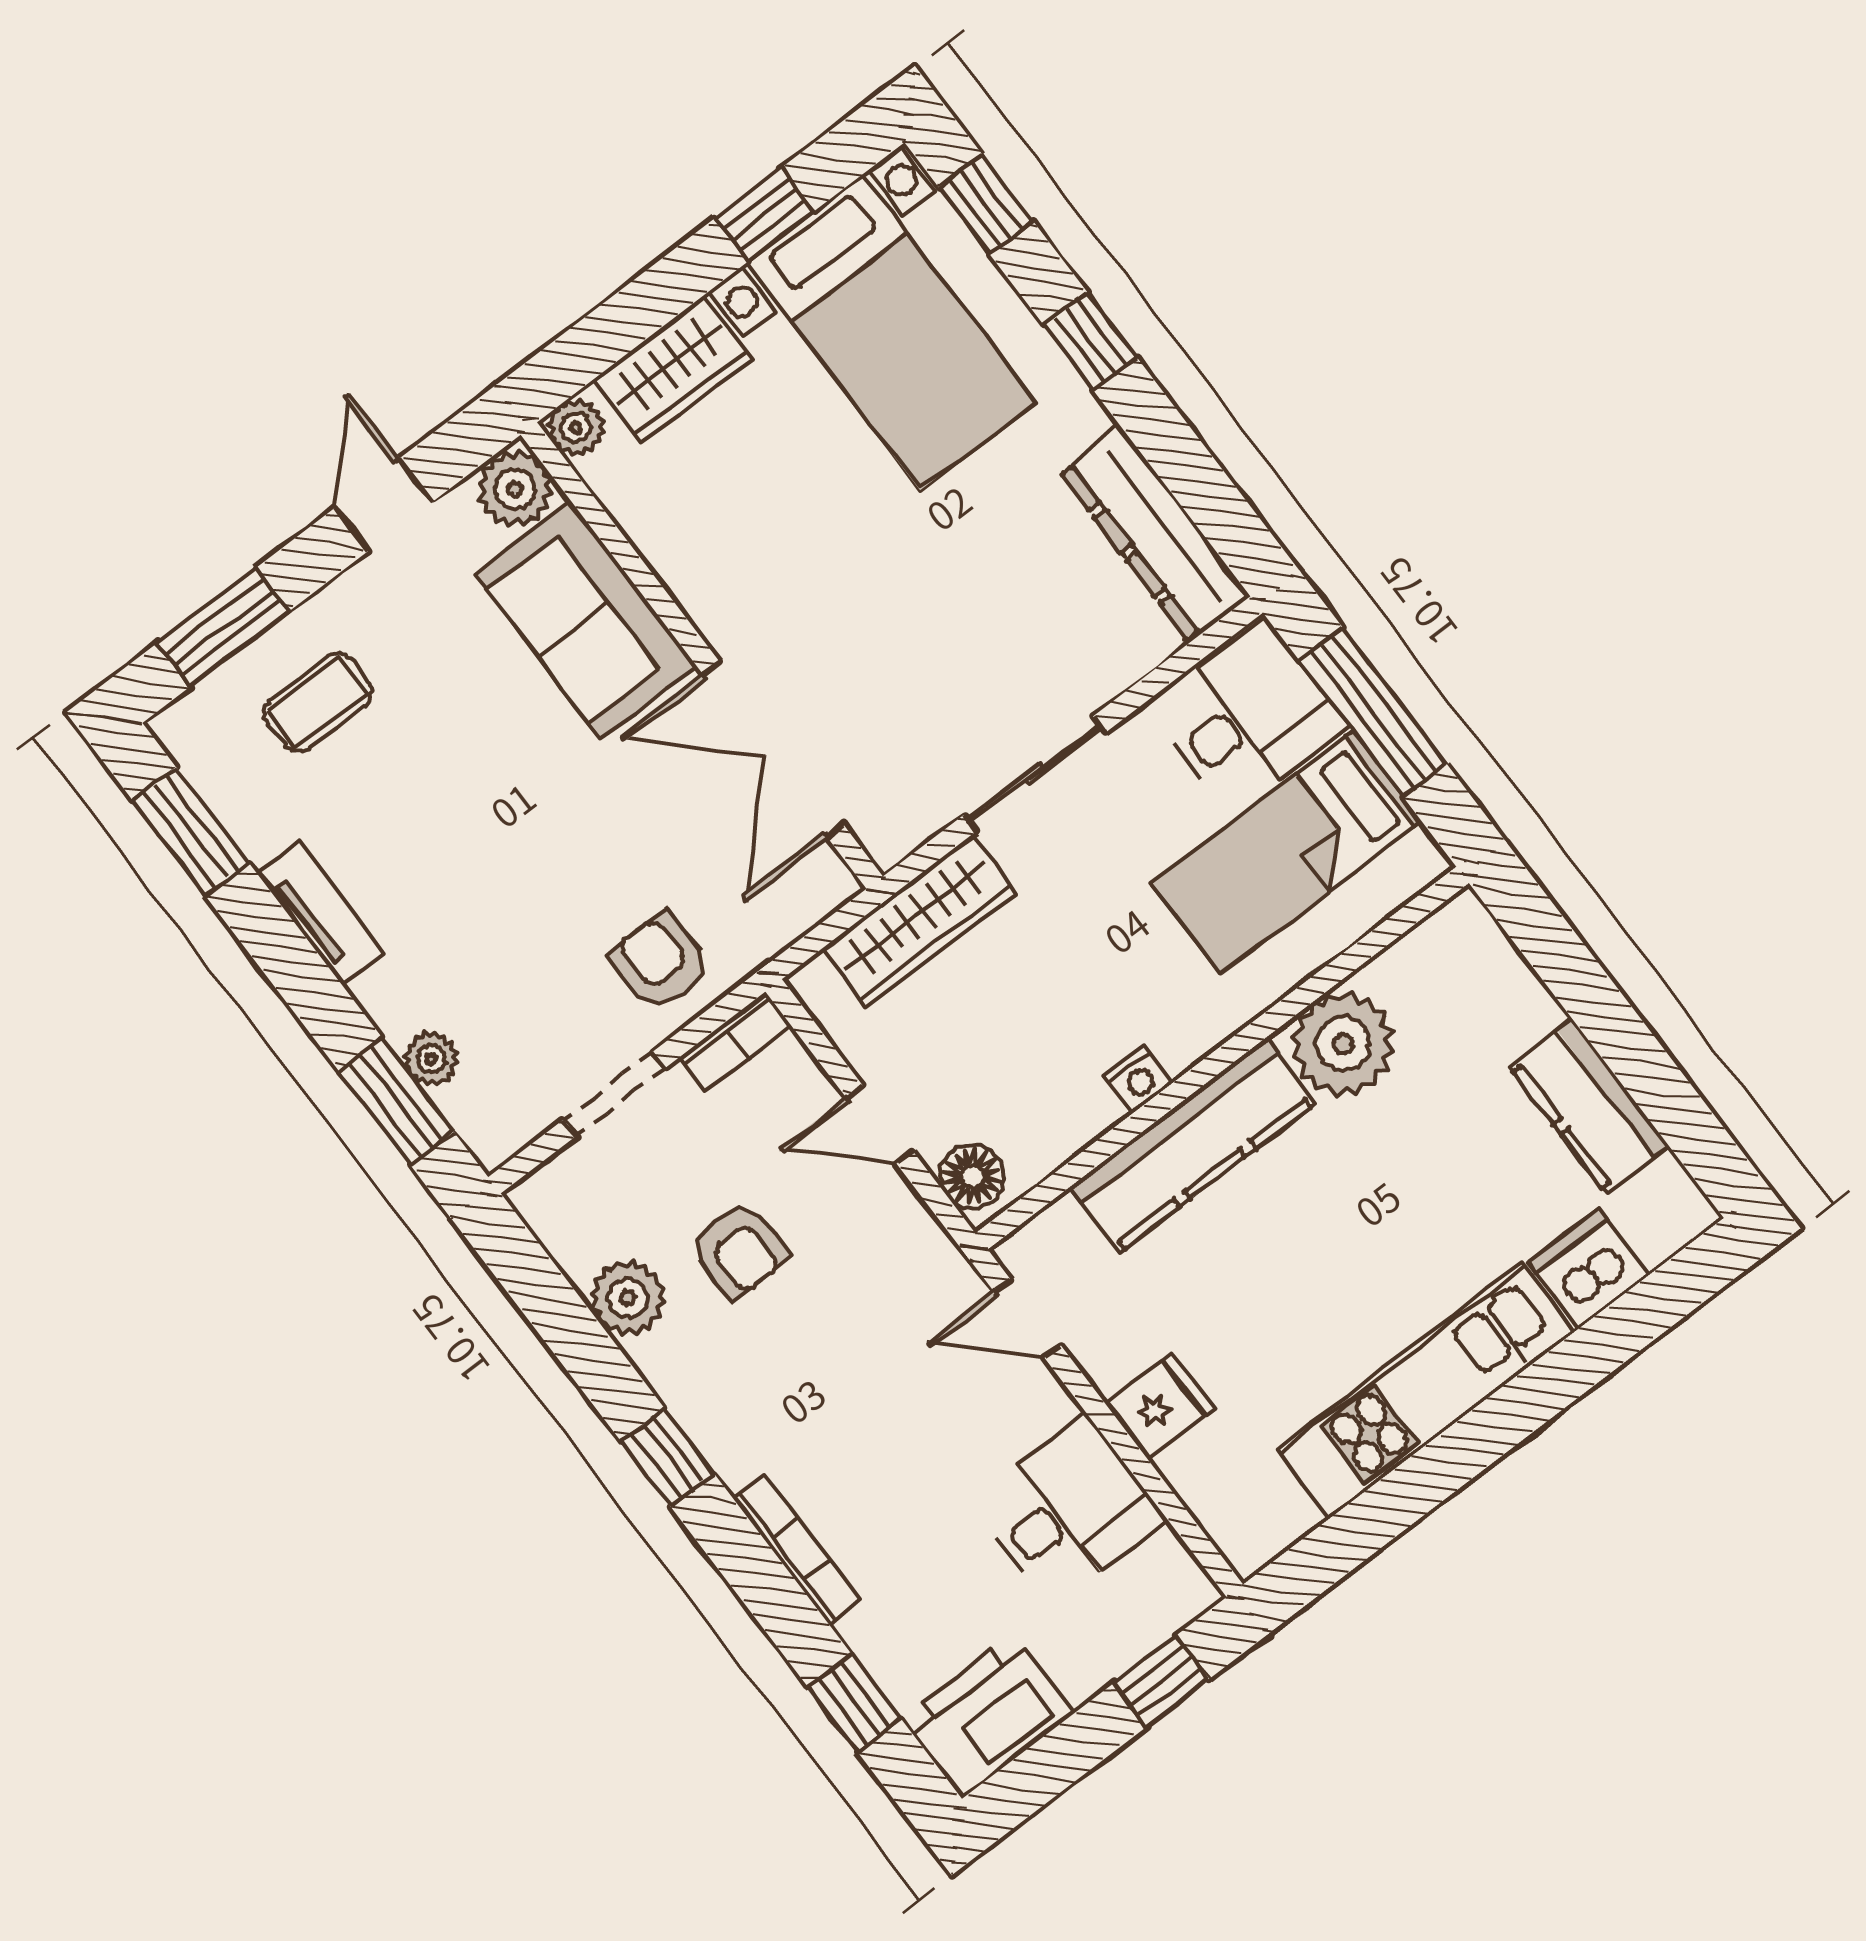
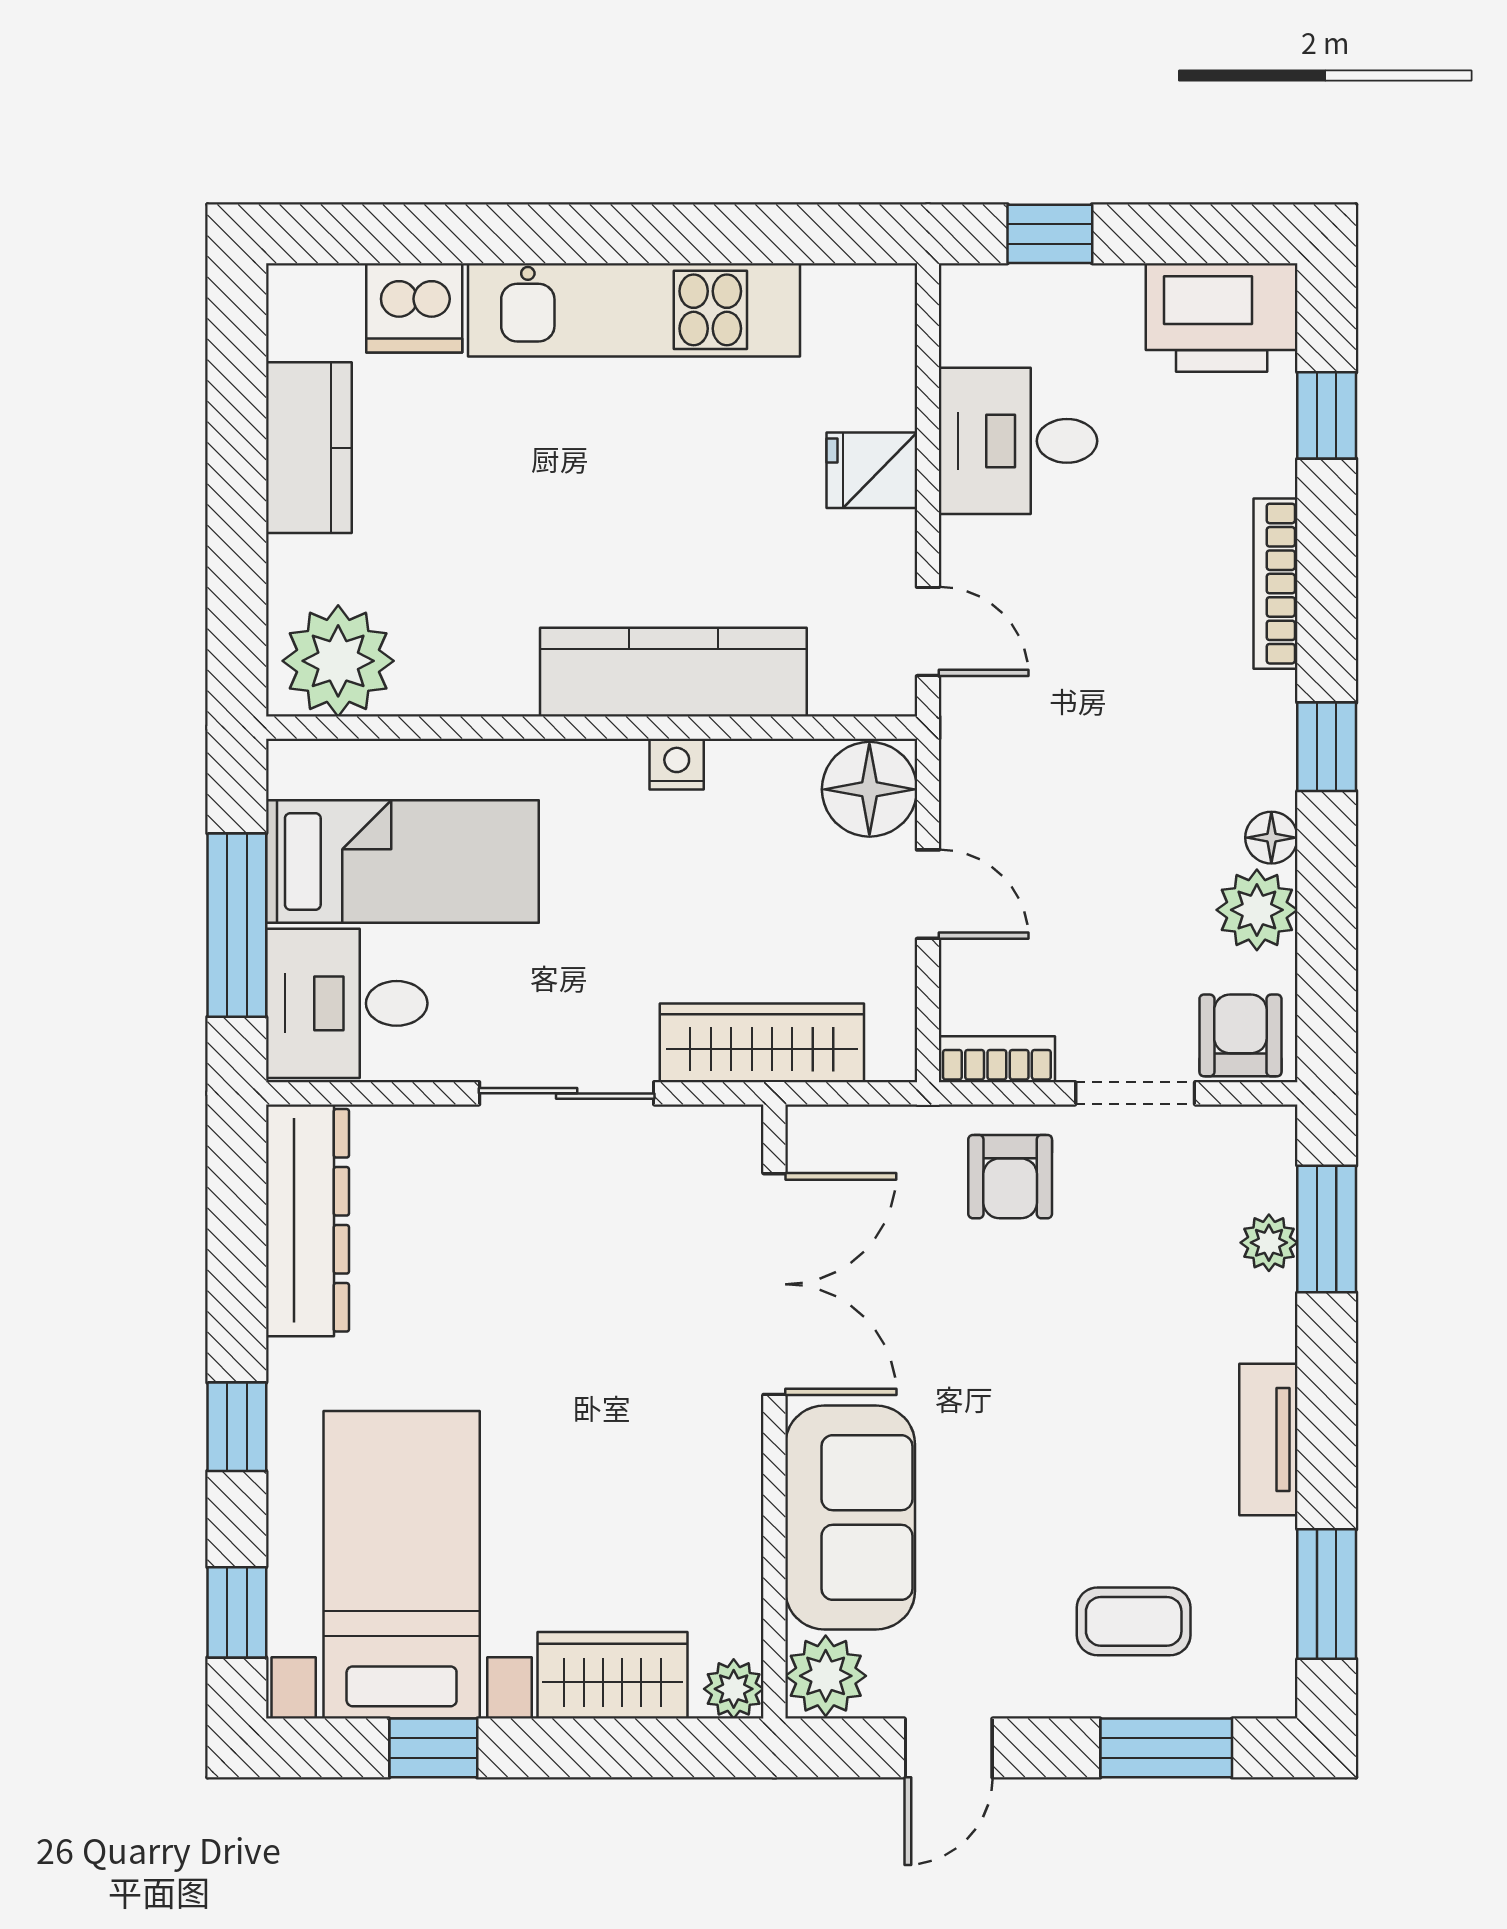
plant: (1343, 1044) -> (338, 661), moved
floor lamp: (972, 1176) -> (869, 789), width x1.38, depth x1.38
armchair: (739, 1250) -> (1240, 1035), moved
floor lamp: (658, 1360) -> (1271, 838), added

